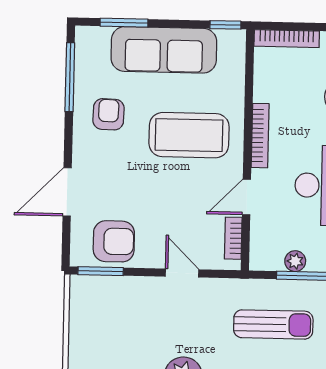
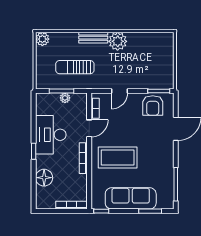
armchair: (108, 114) -> (157, 167), removed
armchair: (114, 241) -> (153, 105), turned -90
door: (182, 273) -> (119, 91), hinge flipped

